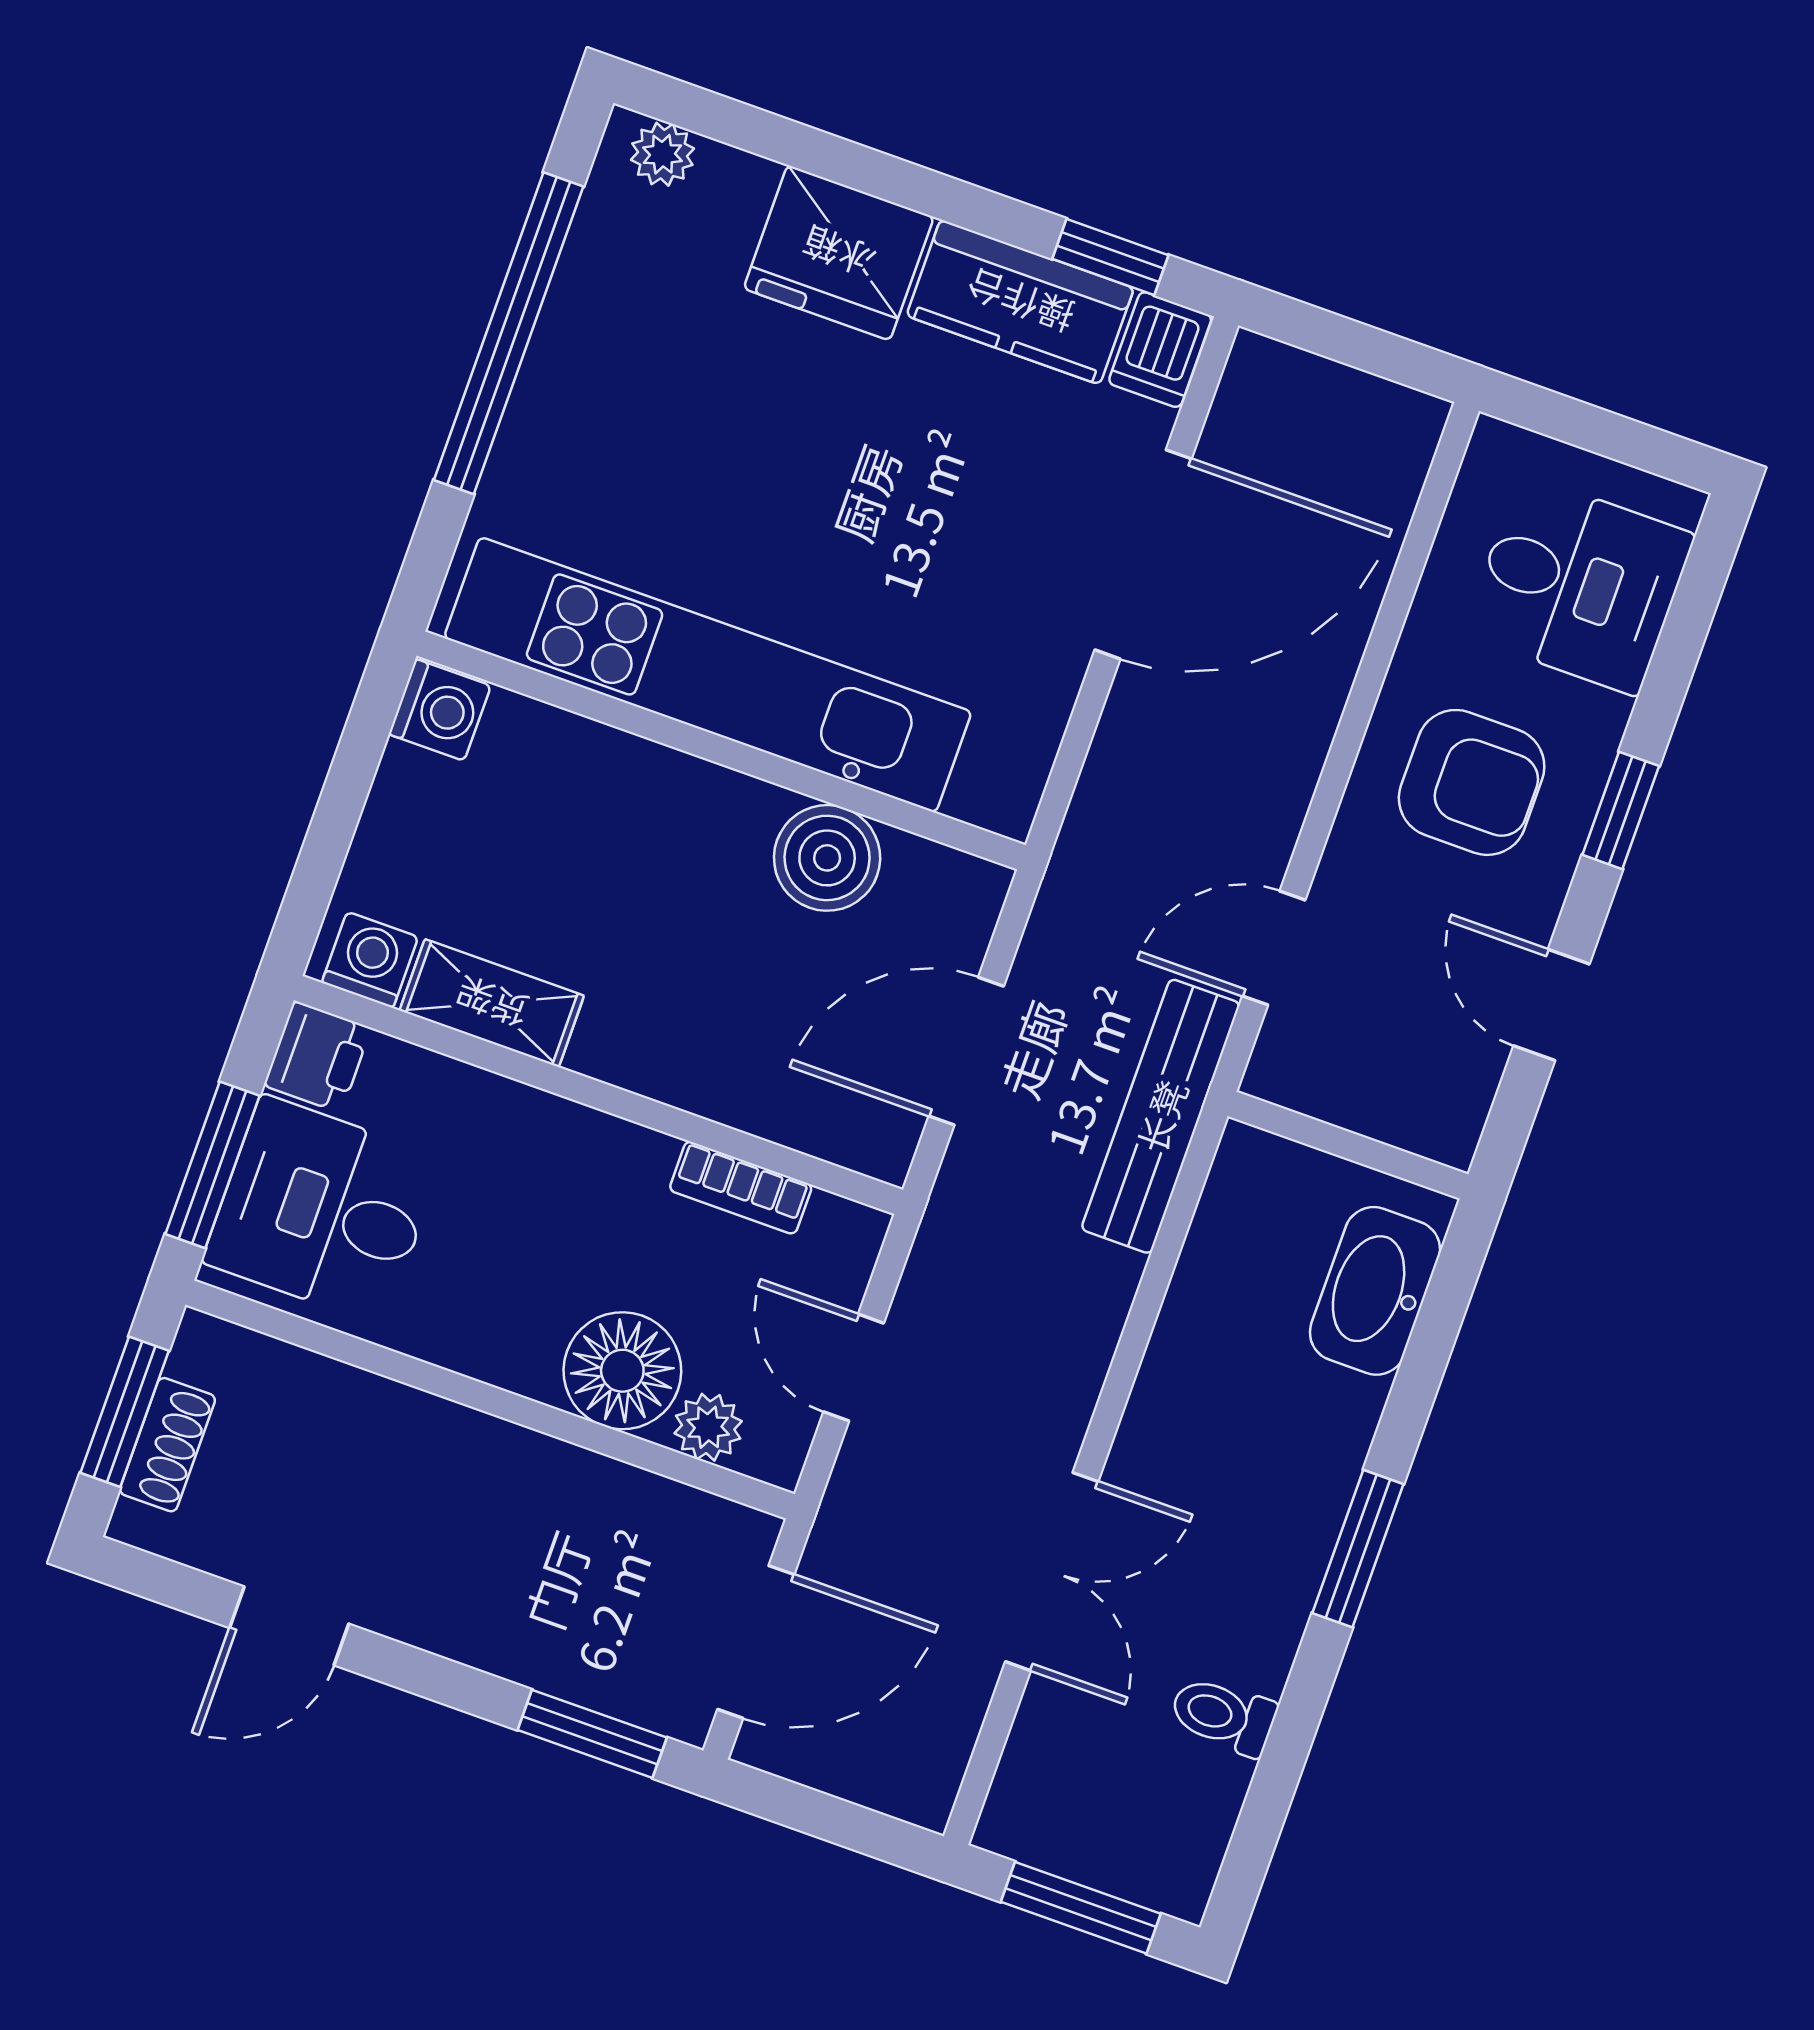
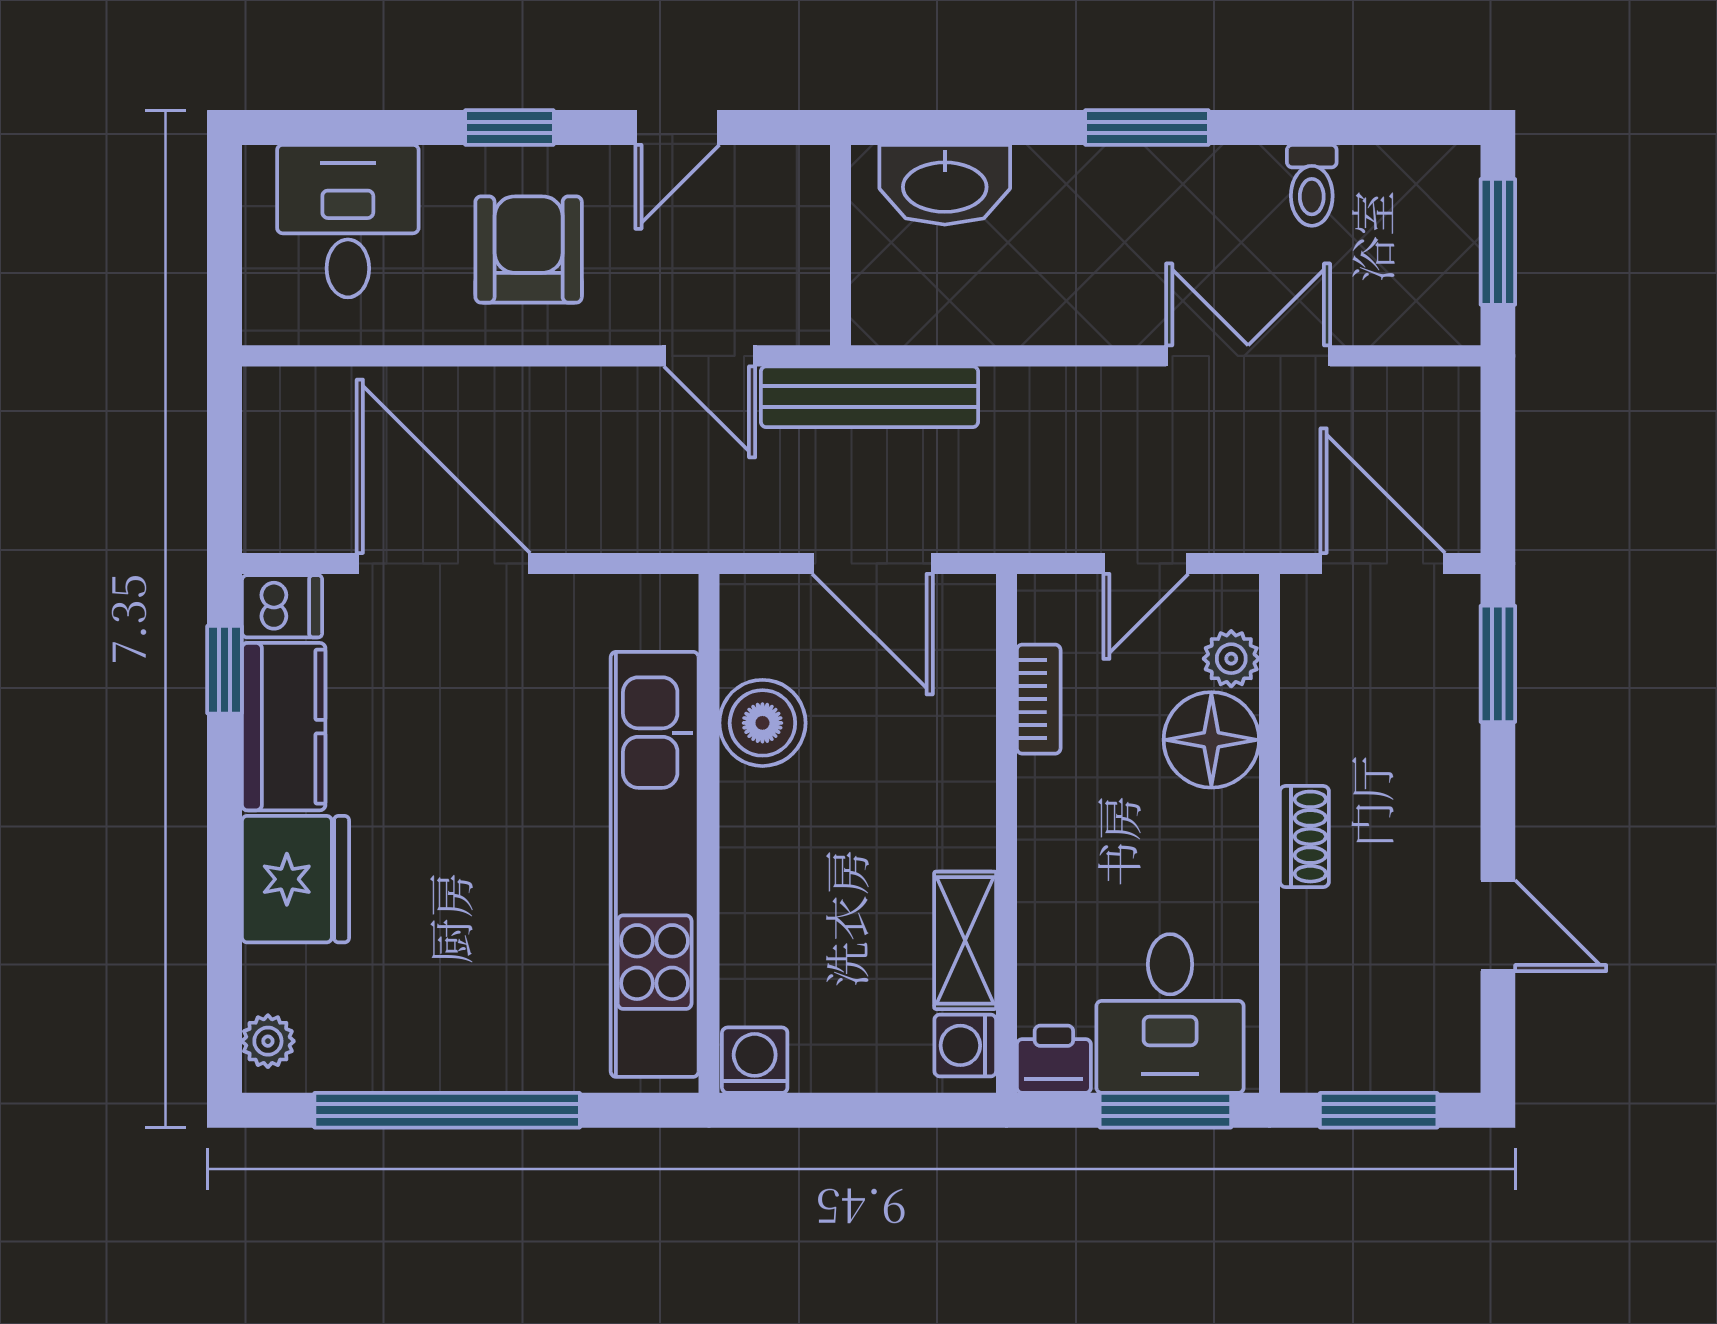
shoe rack: (167, 1445) -> (1304, 837), moved, turned 90

